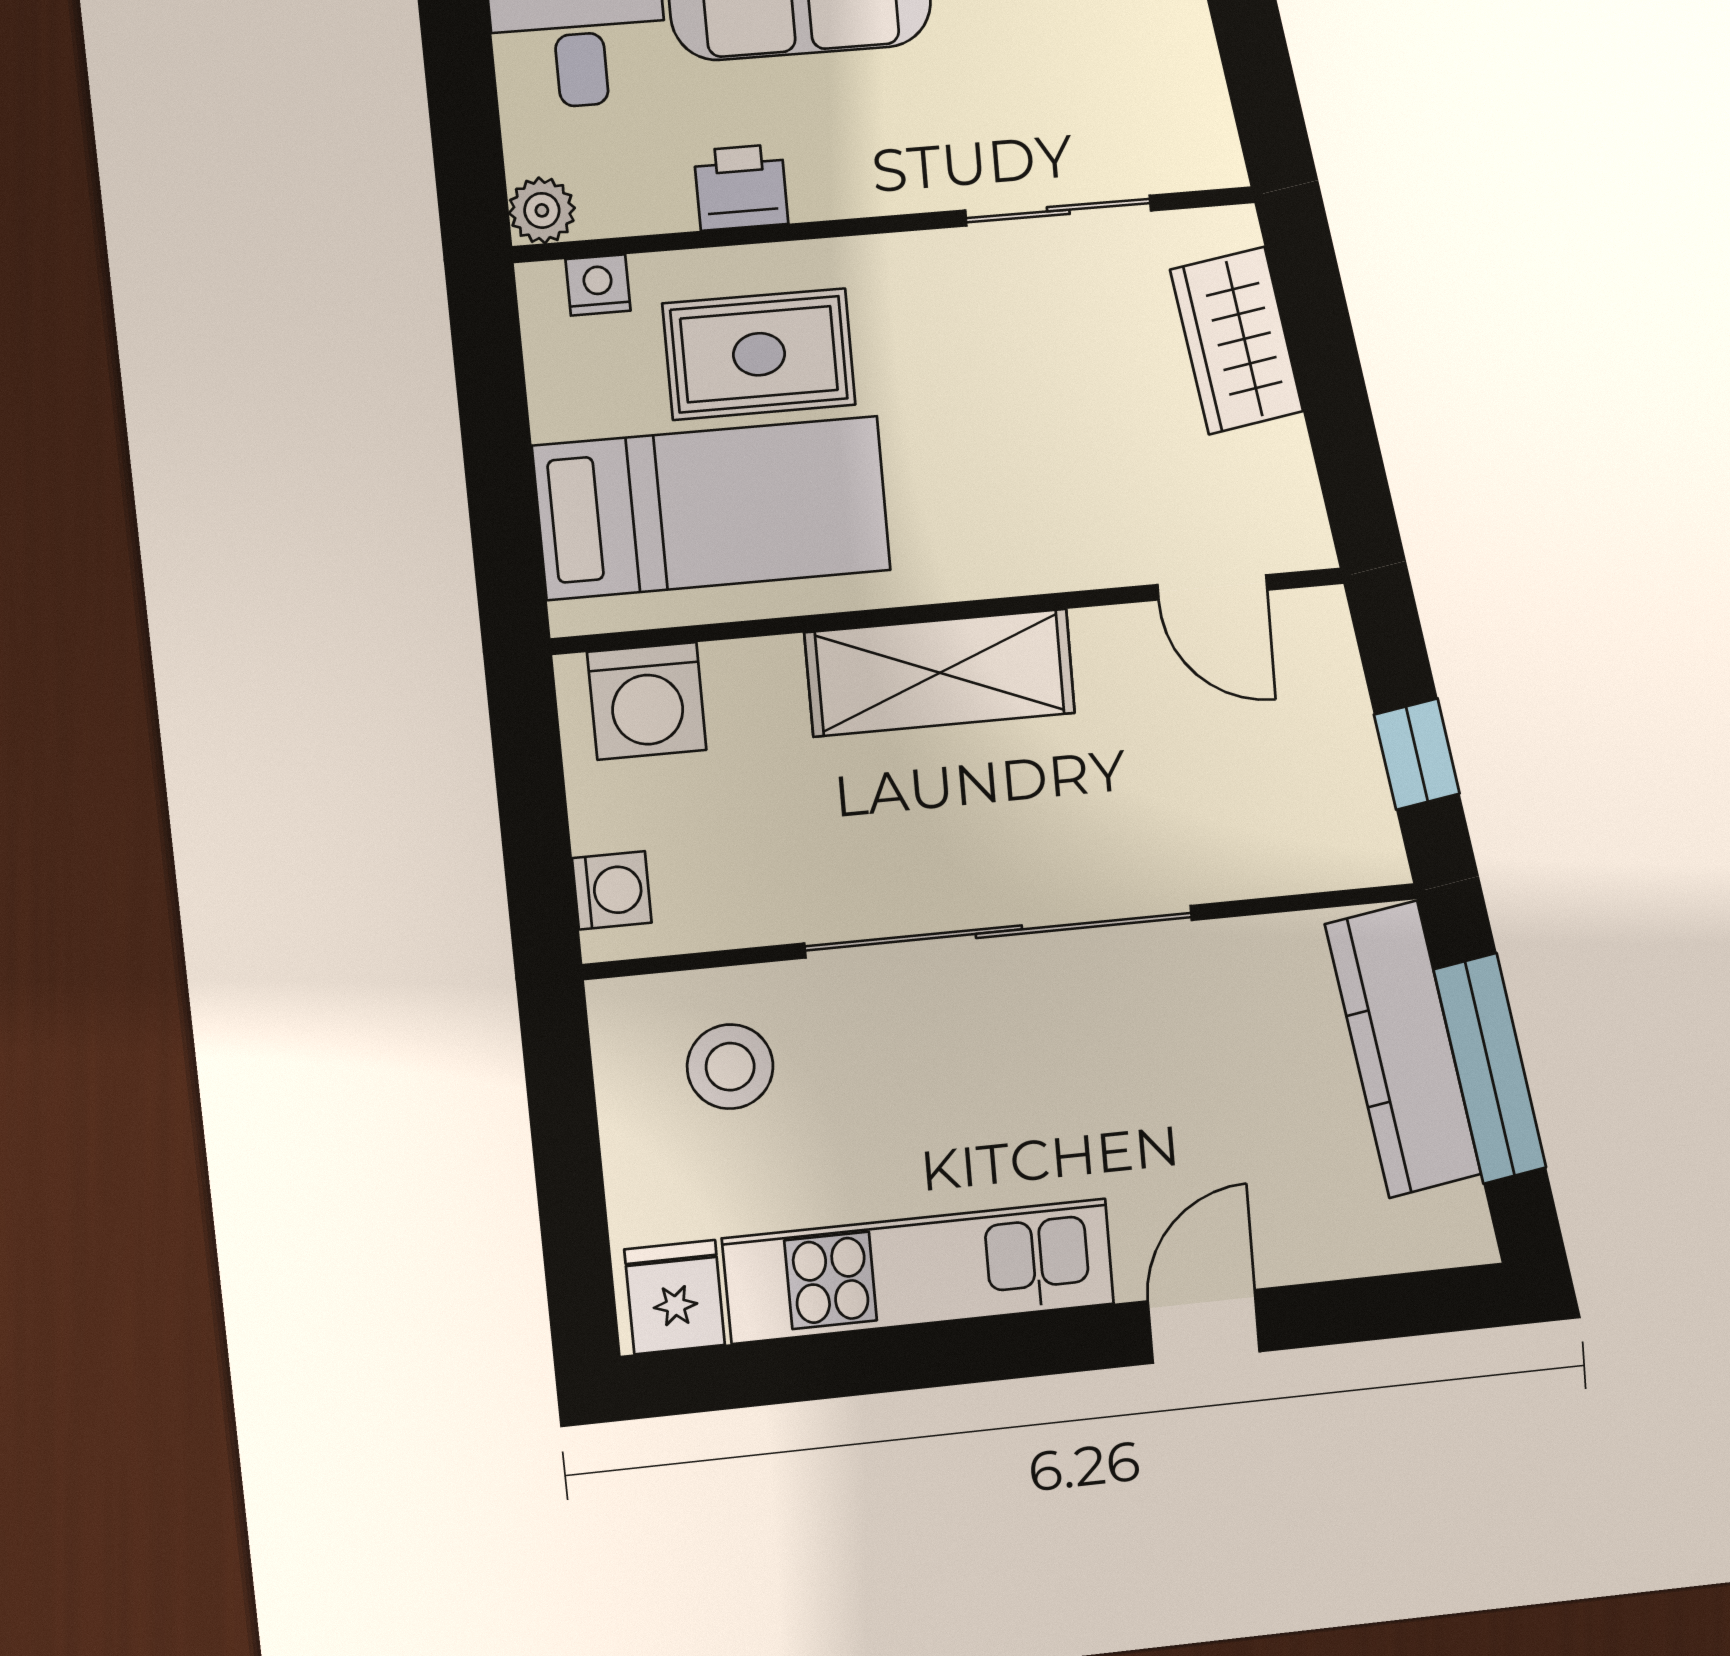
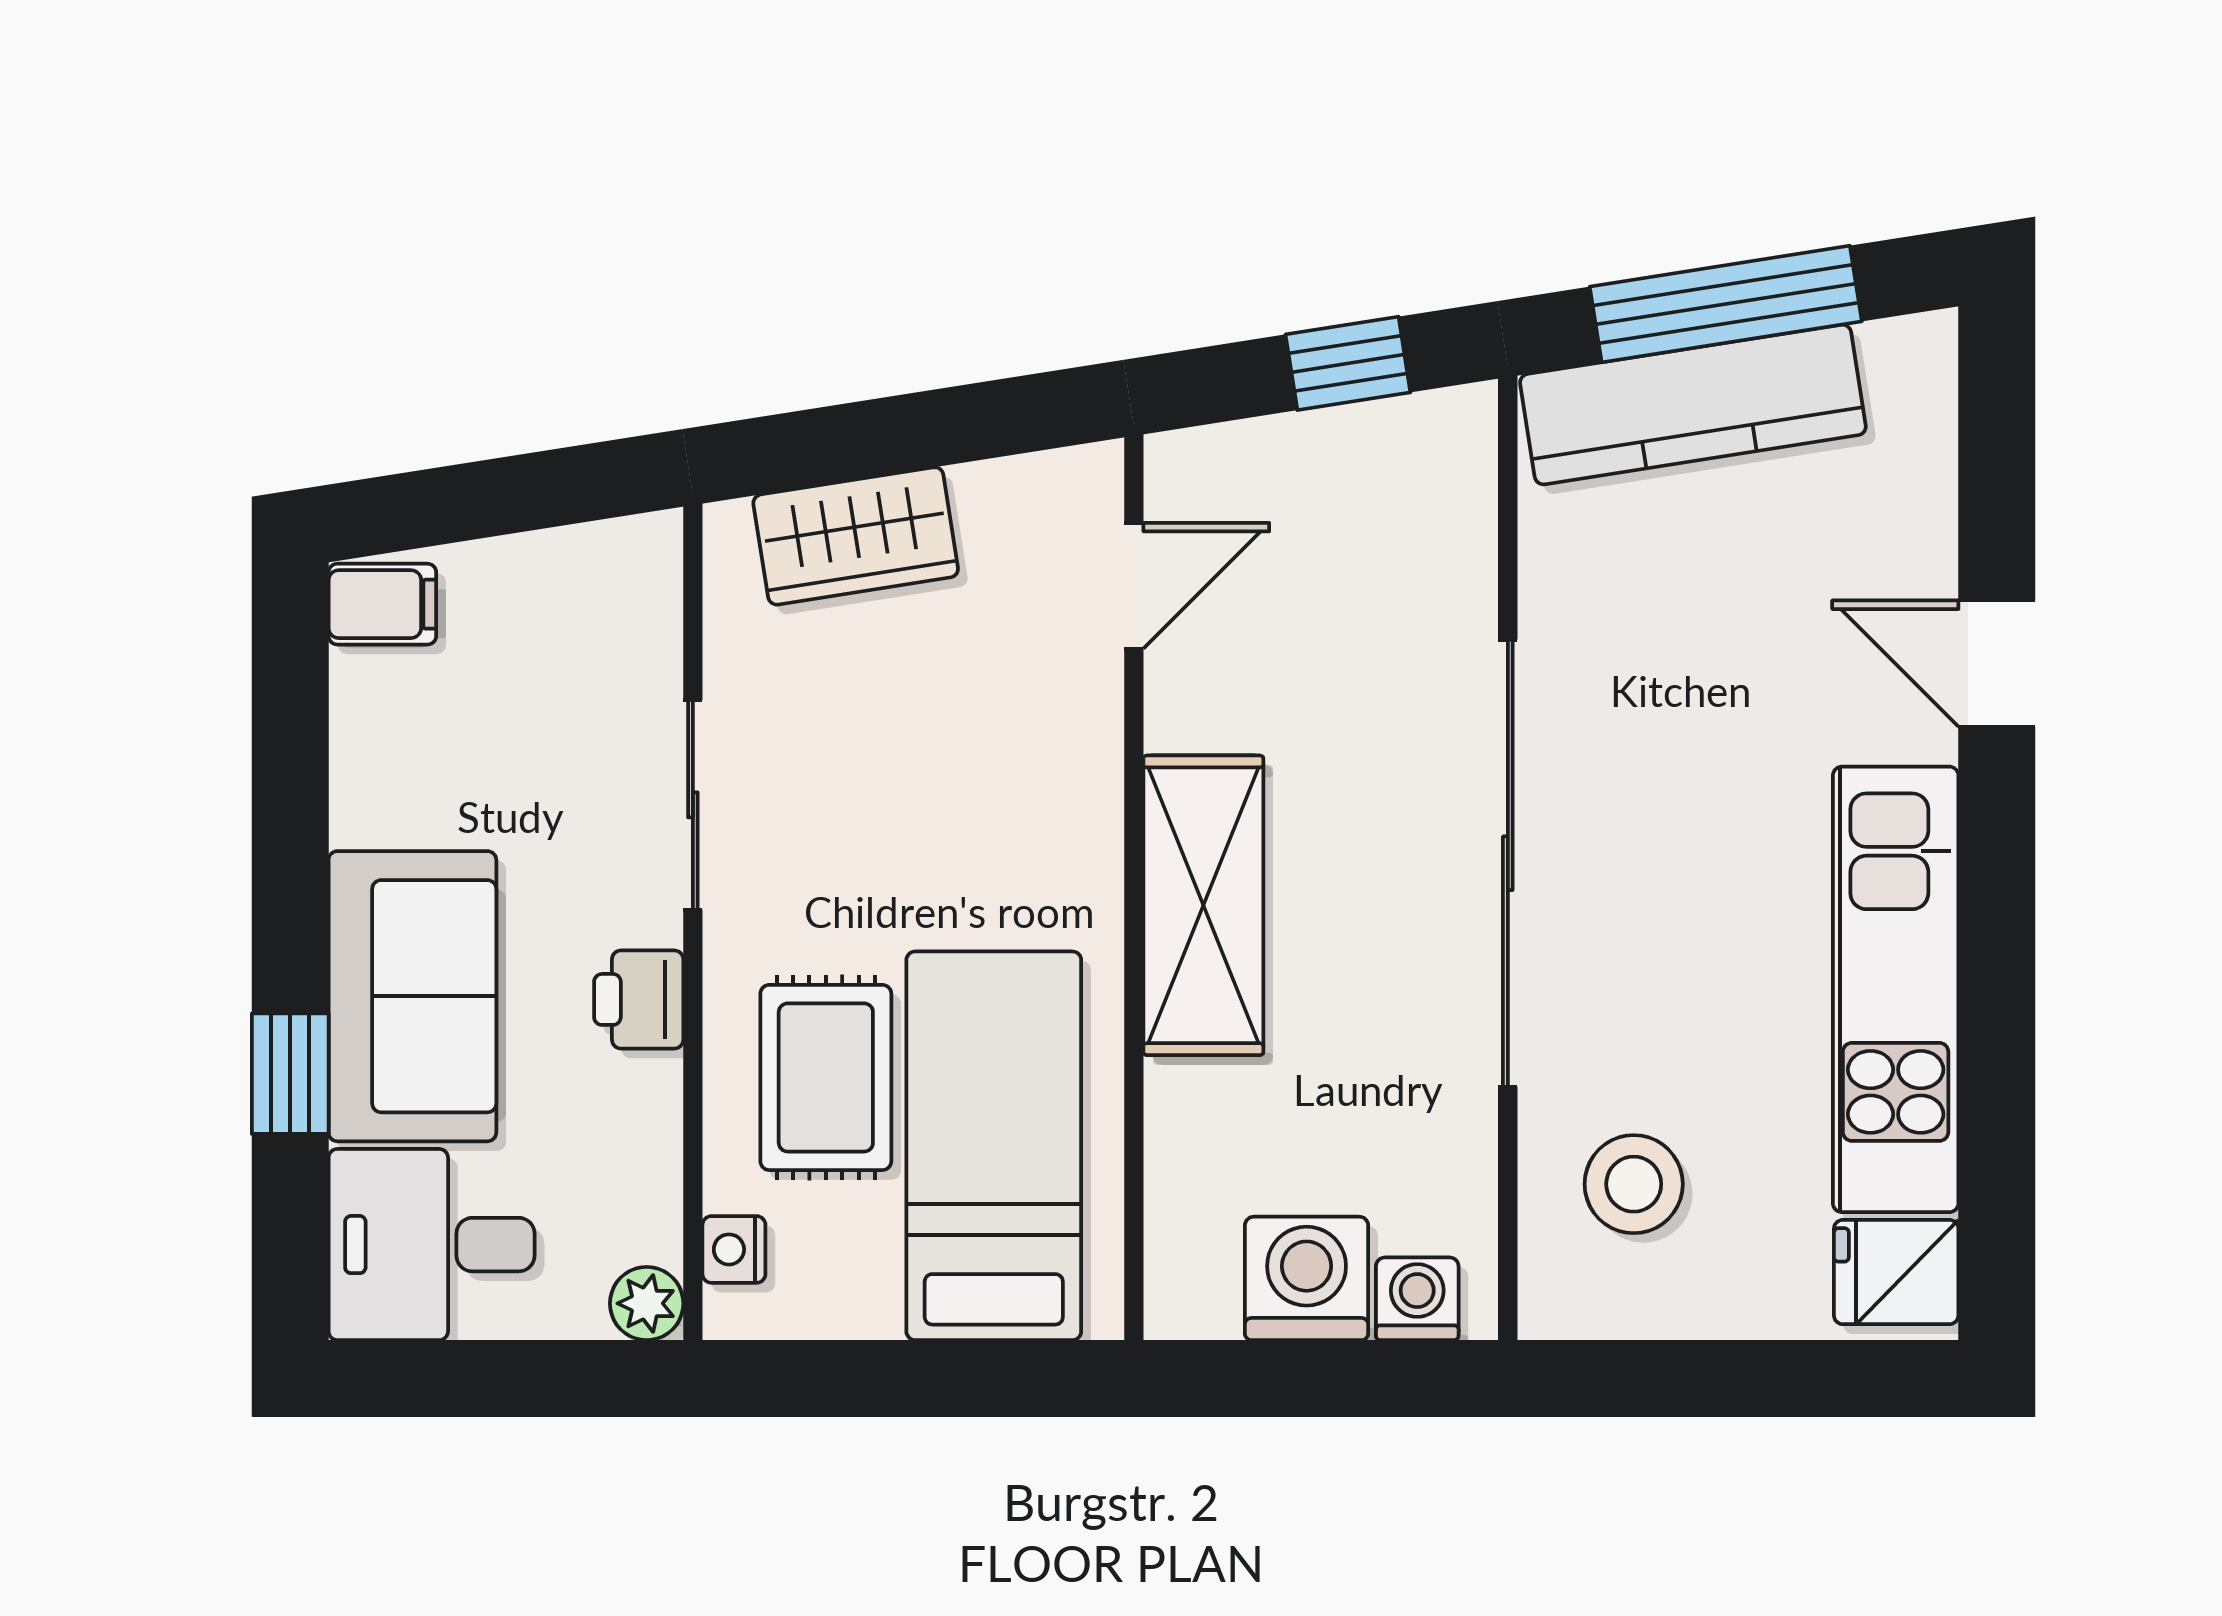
printer: (741, 187) -> (639, 999), moved
sliding door: (1058, 211) -> (693, 805), moved
washing machine: (647, 701) -> (1307, 1278), moved, turned -90

